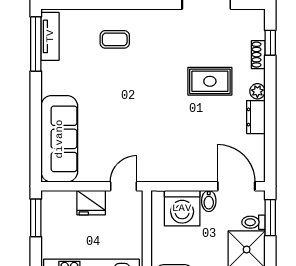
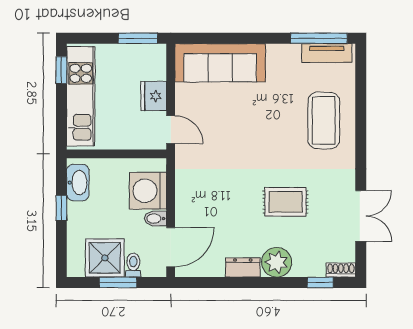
coffee table: (115, 39) -> (324, 121), width x1.86, depth x1.72
shoe rack: (258, 55) -> (341, 270), moved
rug: (210, 81) -> (286, 202), moved, turned 90
plant: (257, 91) -> (277, 262), width x1.88, depth x1.88
window: (270, 218) -> (118, 282), moved

